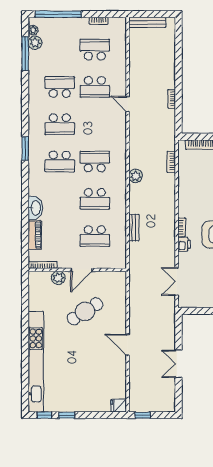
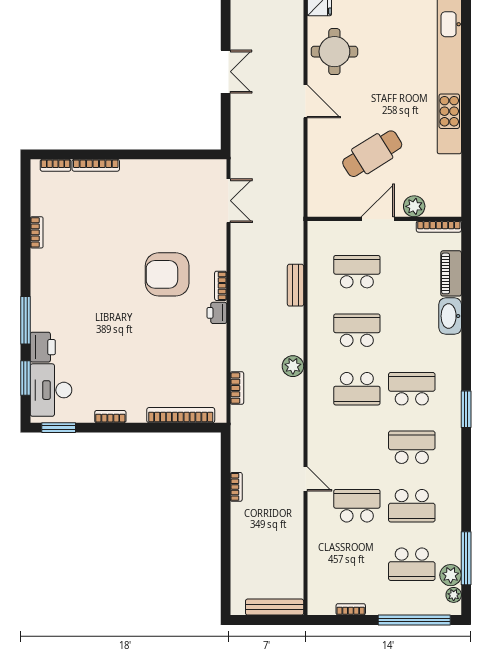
school desk: (95, 50) -> (412, 564), moved
printer: (184, 244) -> (217, 313), moved
round table: (109, 376) -> (334, 52), added

